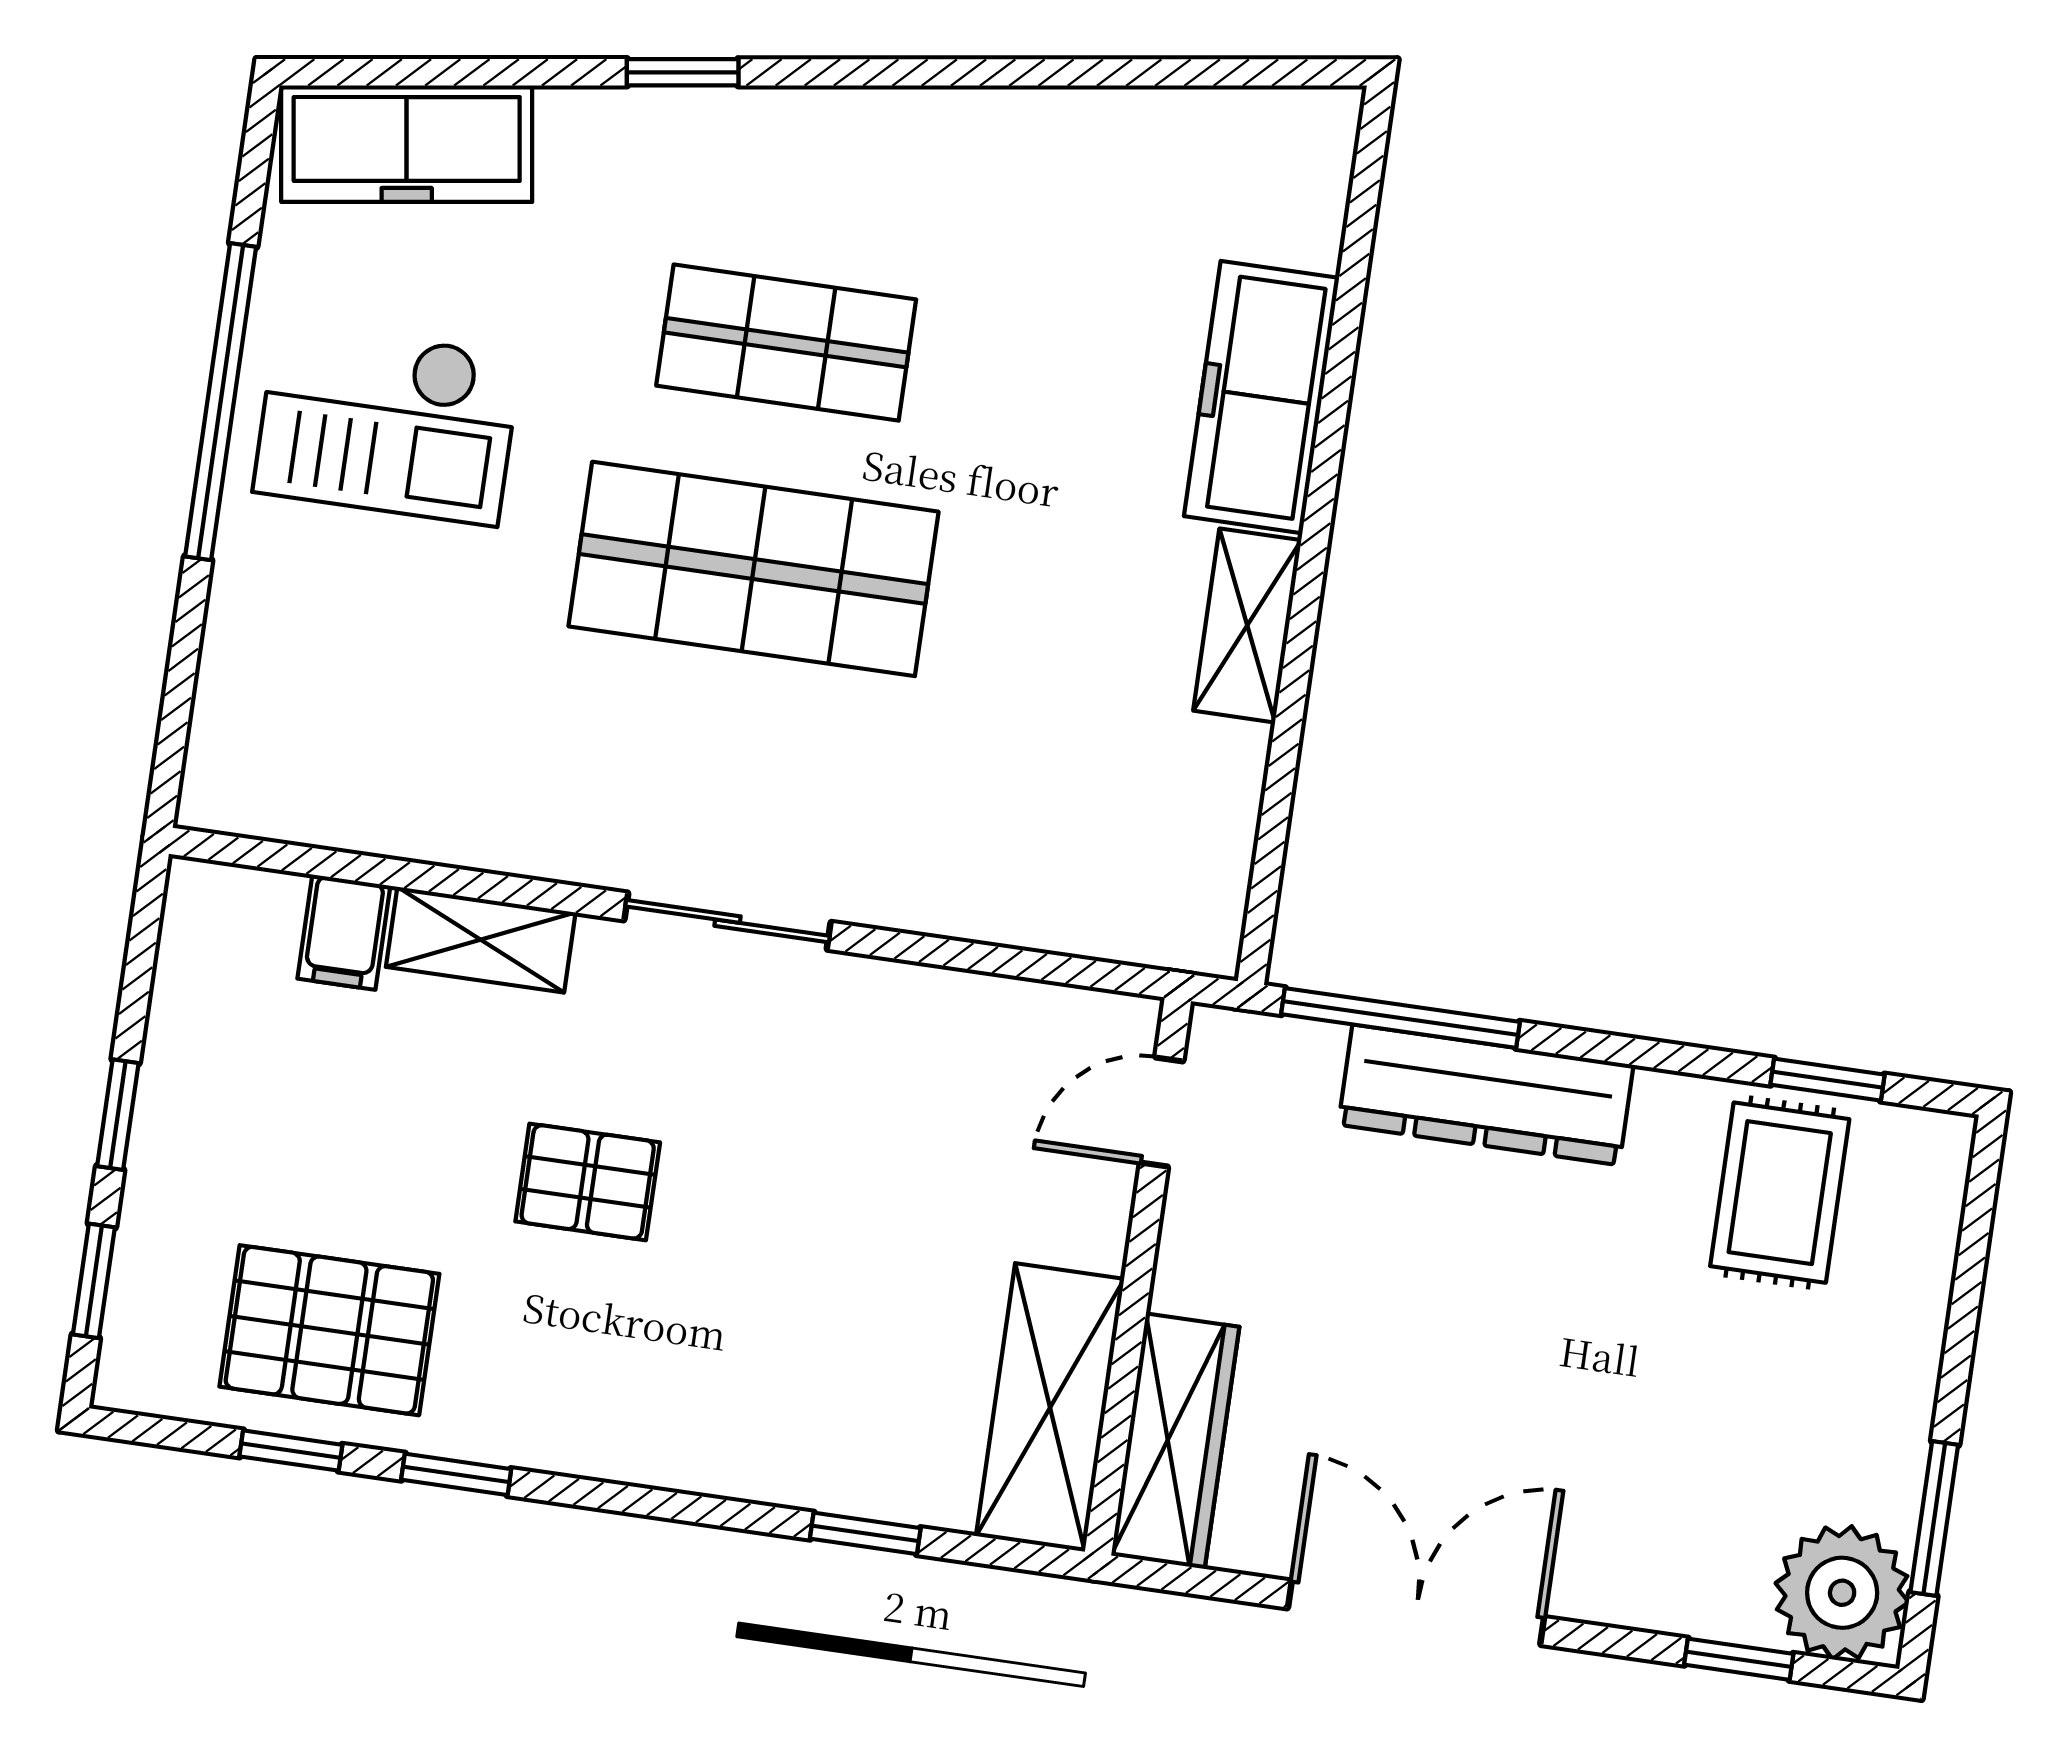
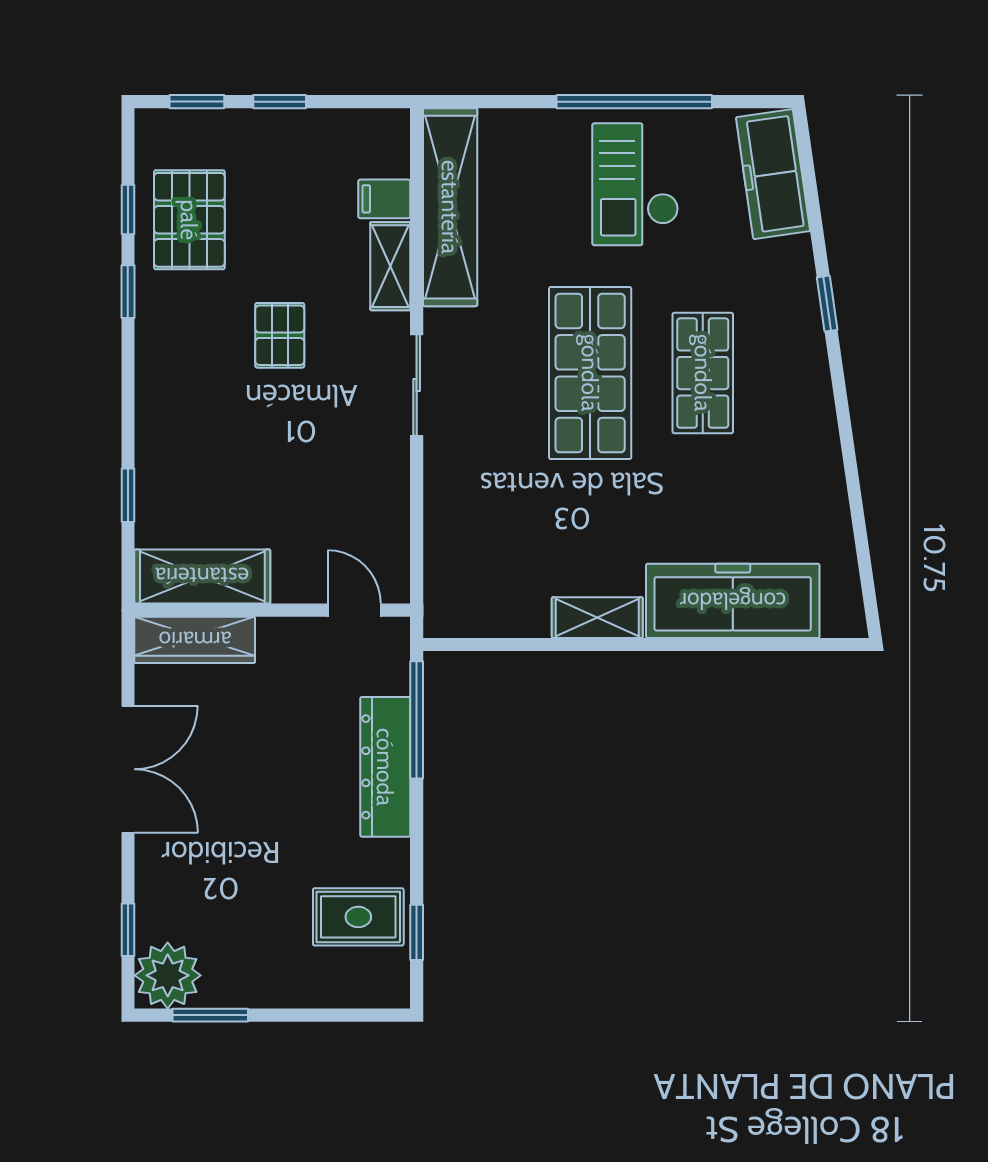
freezer: (1262, 397) -> (733, 601), width x1.36, depth x1.26
shelving: (379, 802) -> (450, 207), added

